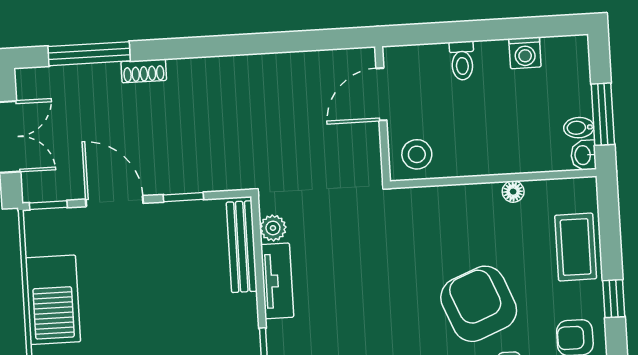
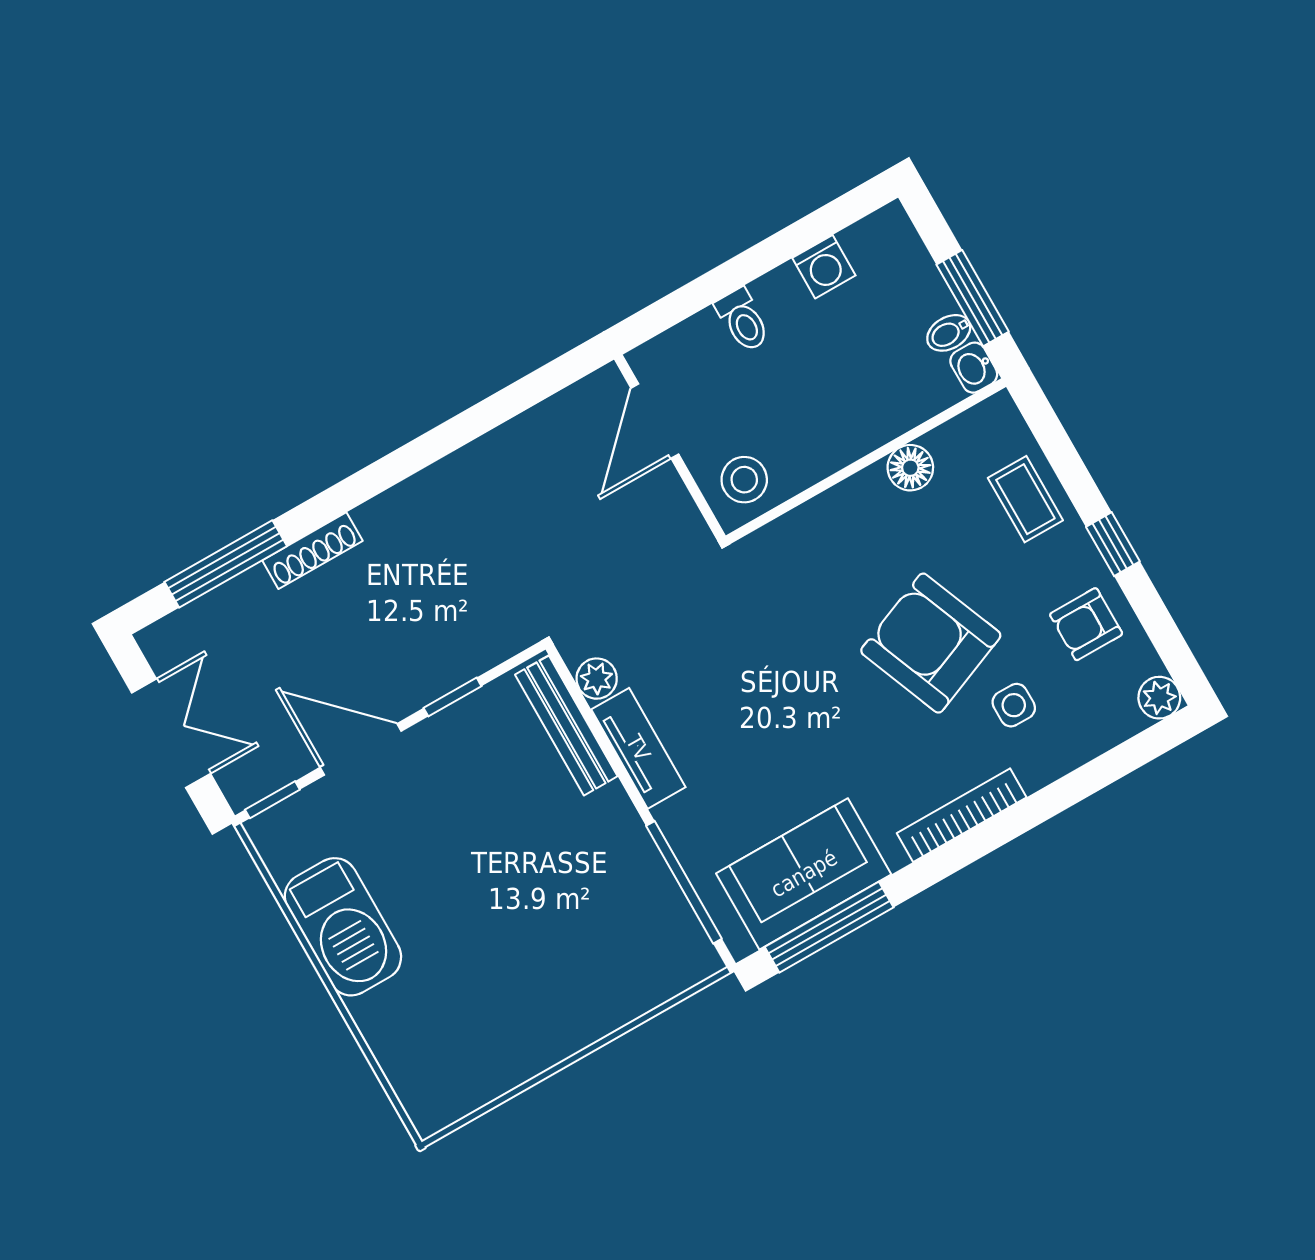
shoe rack: (144, 71) -> (312, 551), width x1.43
floor lamp: (513, 192) -> (910, 468), width x1.37, depth x1.37
coffee table: (576, 247) -> (1025, 499), width x0.73, depth x0.77

